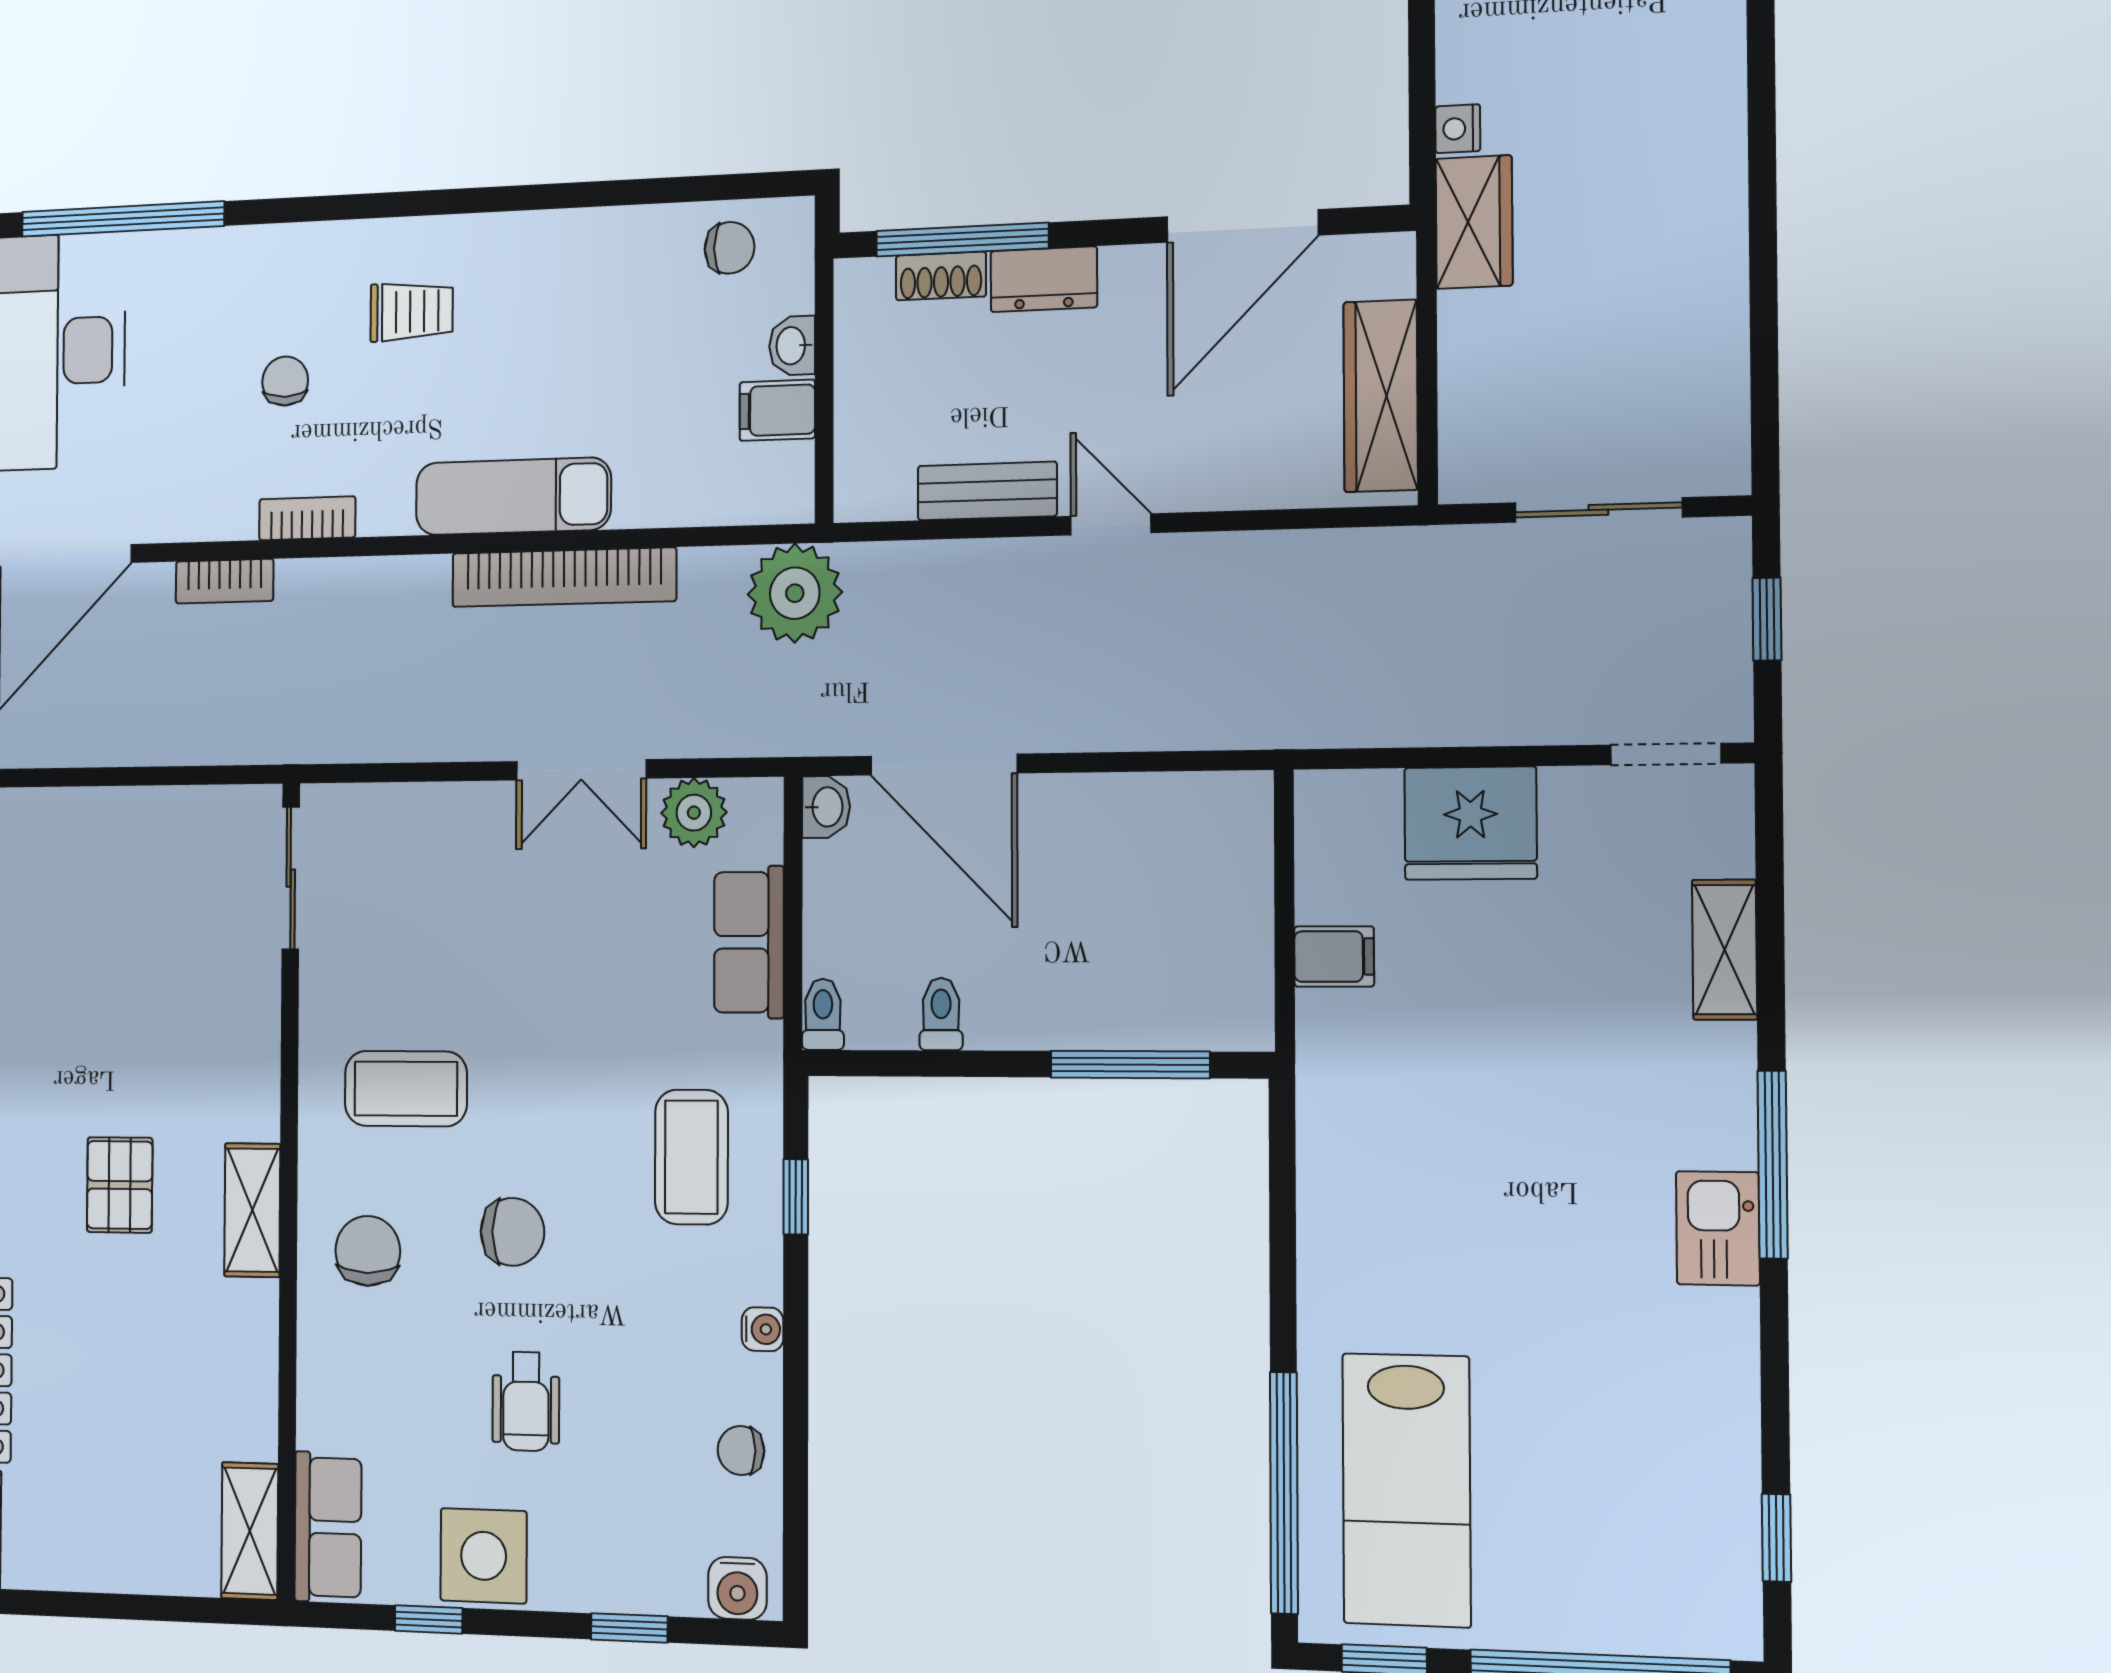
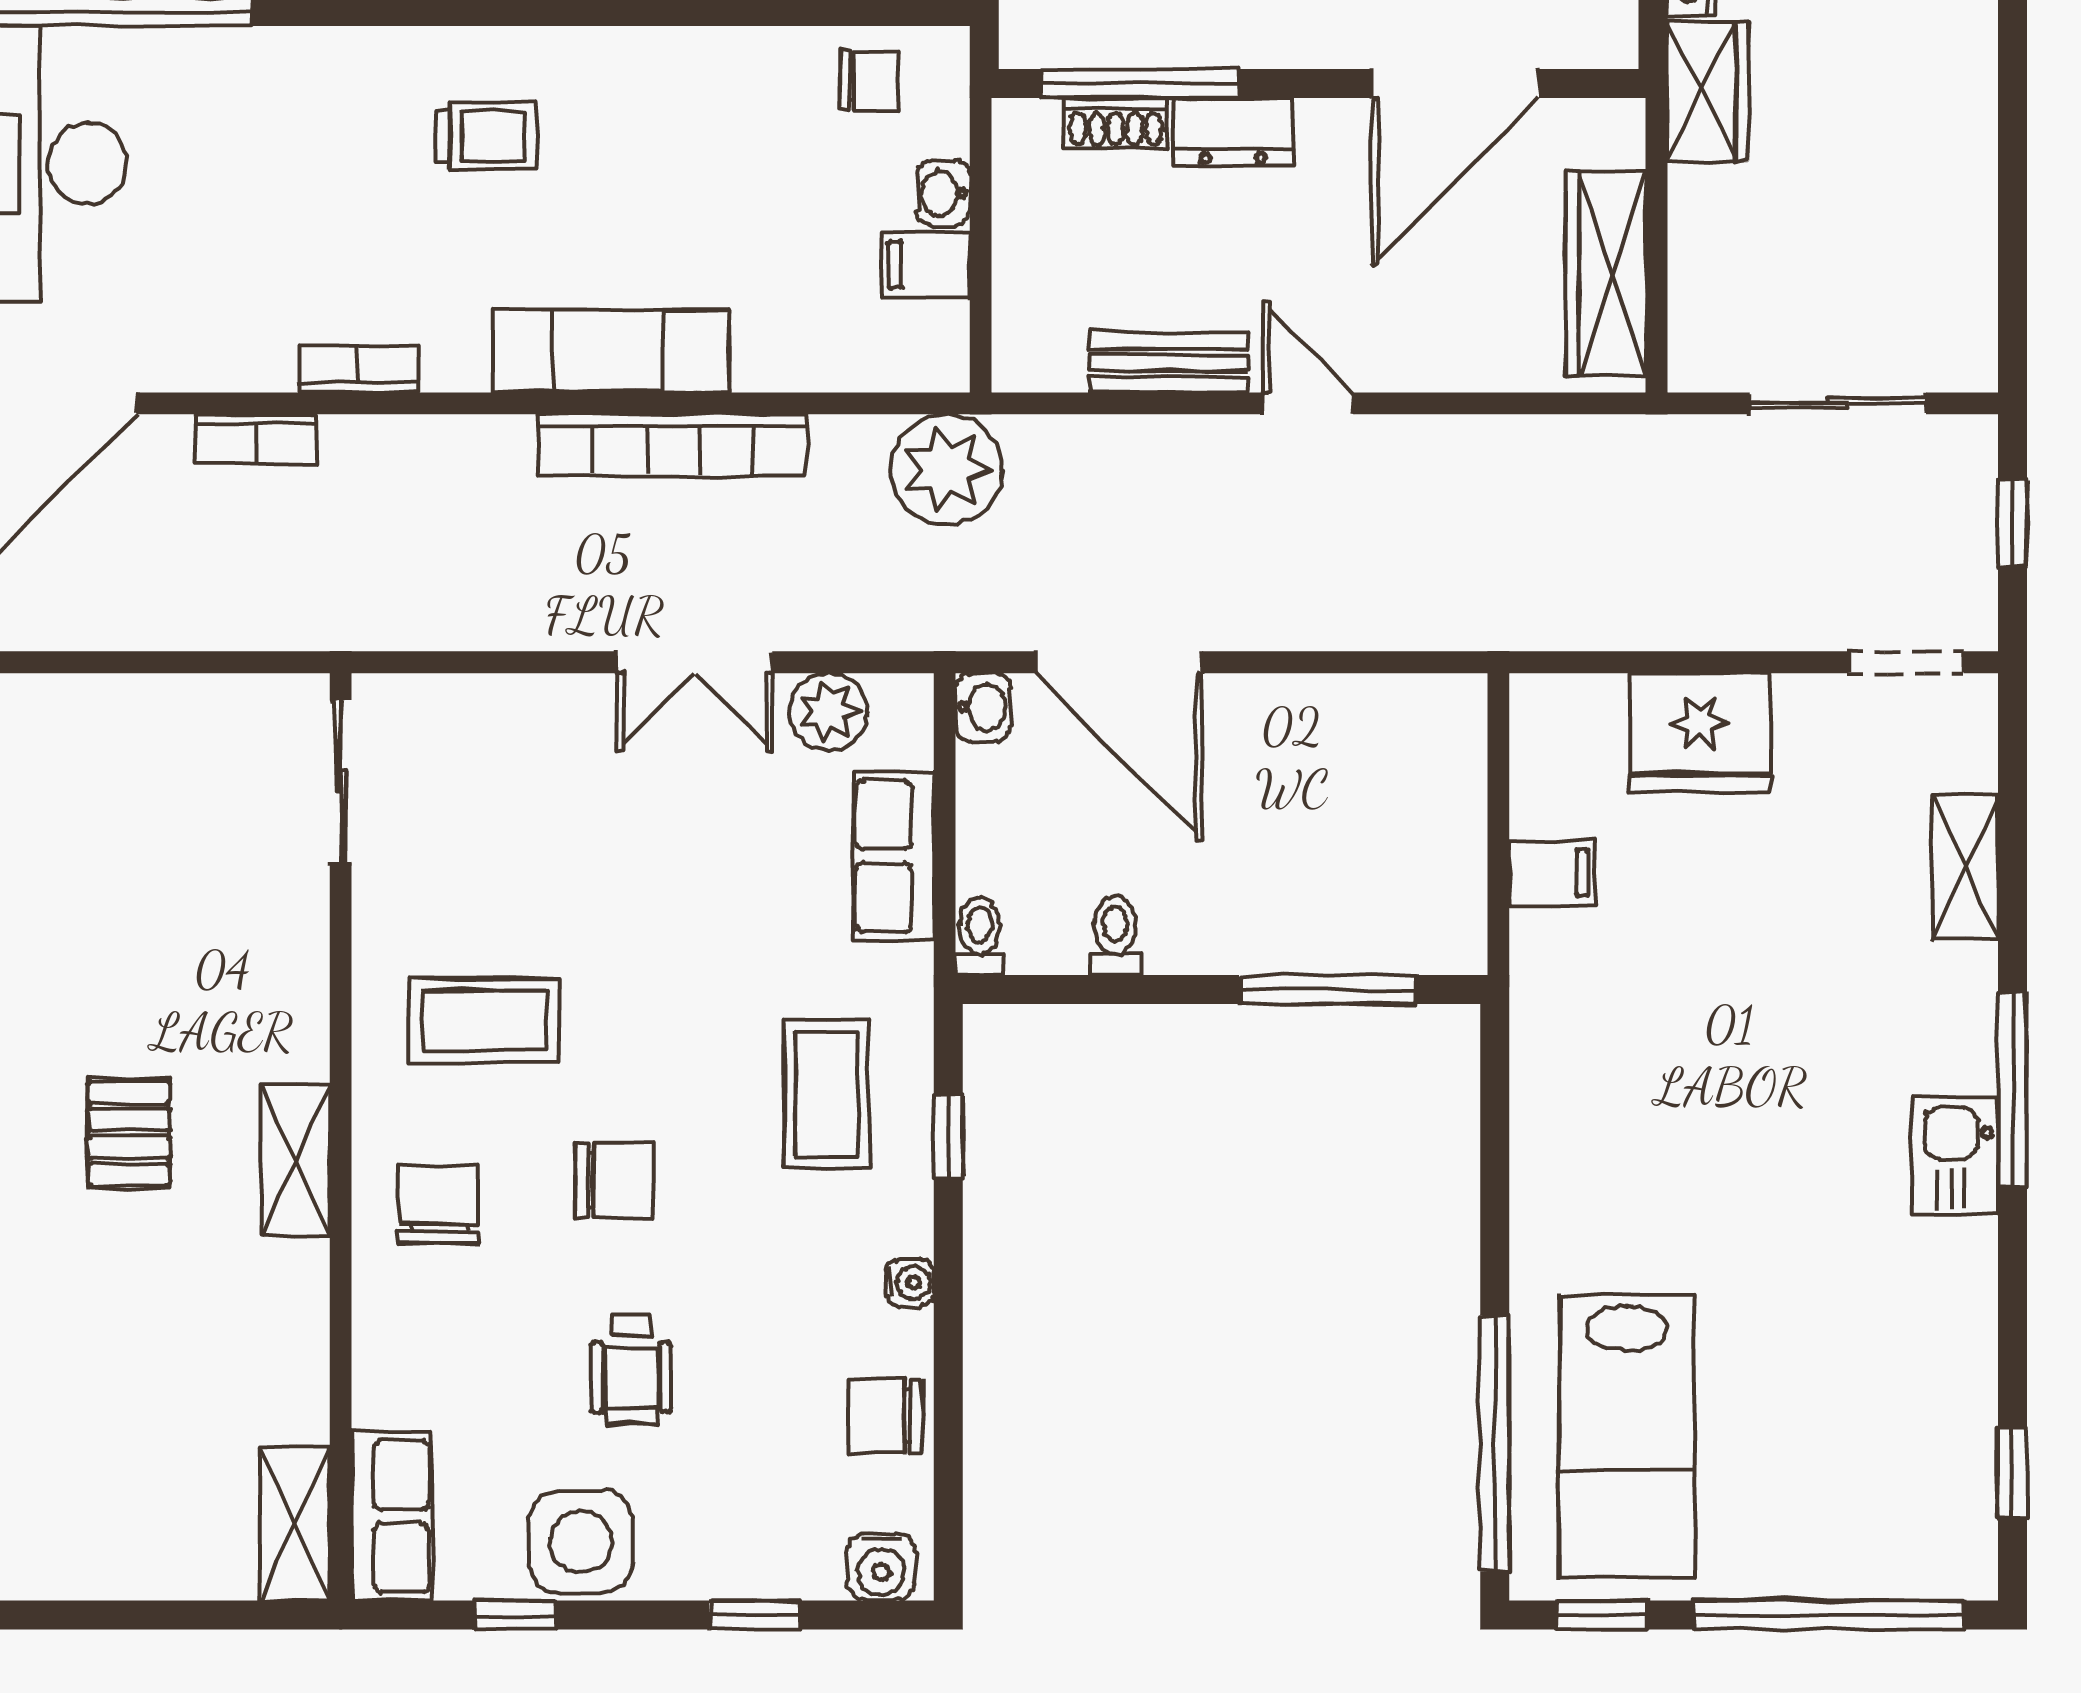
chair: (285, 381) -> (330, 209), removed
chair: (741, 1450) -> (885, 1416), width x1.37, depth x1.37

